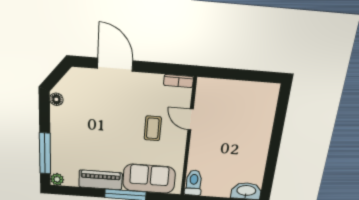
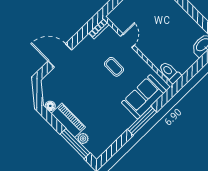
door: (191, 120) -> (127, 41), swing flipped
plant: (57, 179) -> (83, 139), moved
piano: (101, 180) -> (68, 120), moved, turned 90

